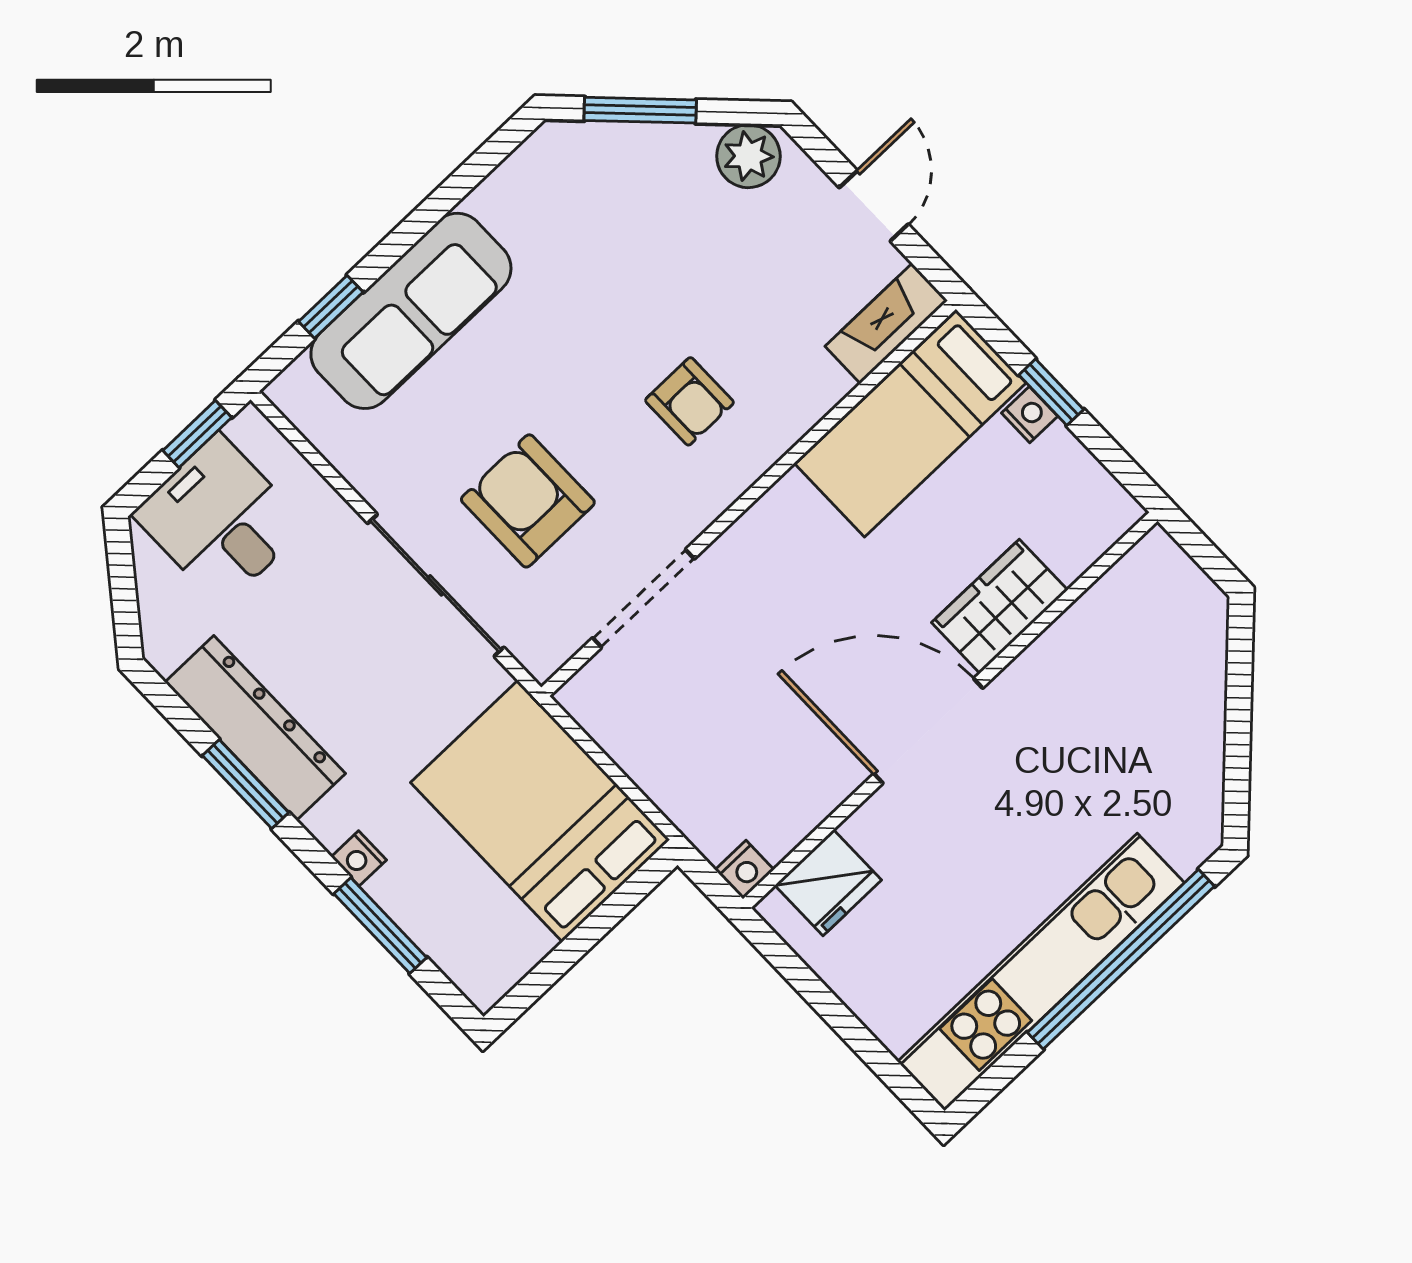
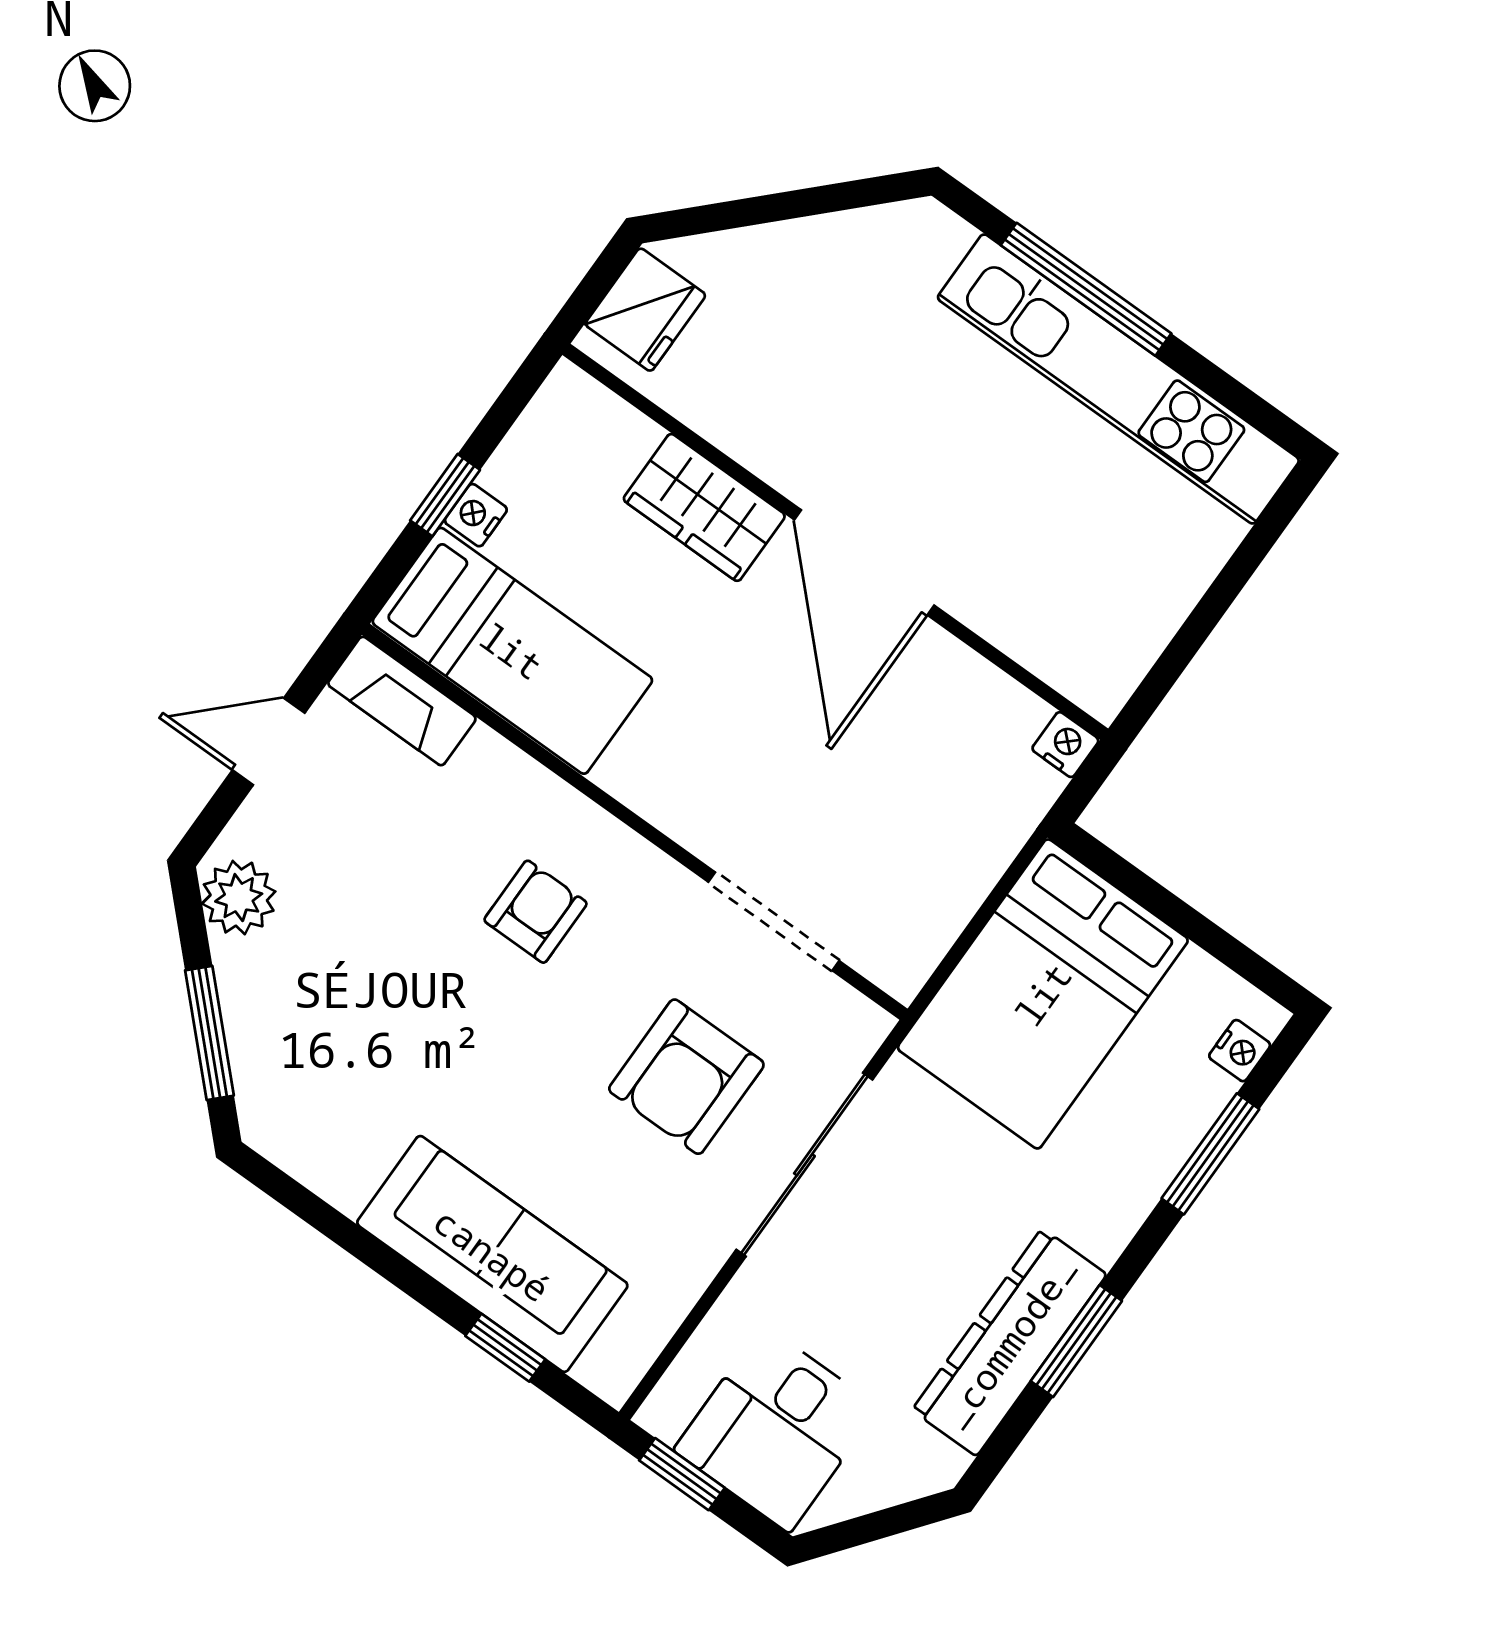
nightstand: (359, 858) -> (1240, 1051), moved
fridge: (828, 883) -> (645, 310), moved, turned 90
window: (1121, 959) -> (1086, 289), width x0.68

